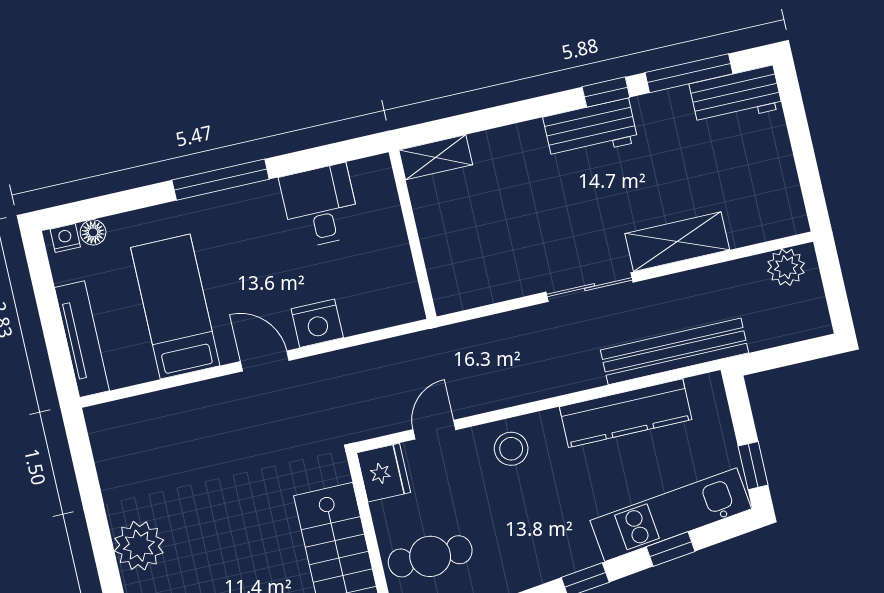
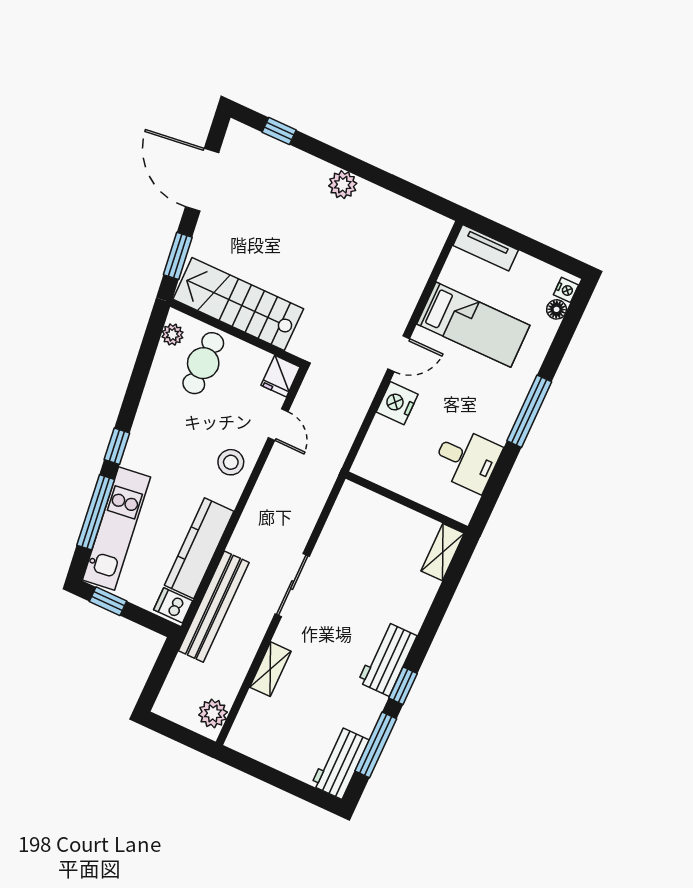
shelving: (677, 242) -> (270, 669), width x0.67, depth x0.75
tv unit: (82, 339) -> (486, 248), width x0.71
dishwasher: (705, 395) -> (173, 605), added
fridge: (384, 473) -> (281, 376), width x0.72
plant: (139, 546) -> (343, 185), width x0.73, depth x0.73
window: (671, 549) -> (96, 512), width x2.17

